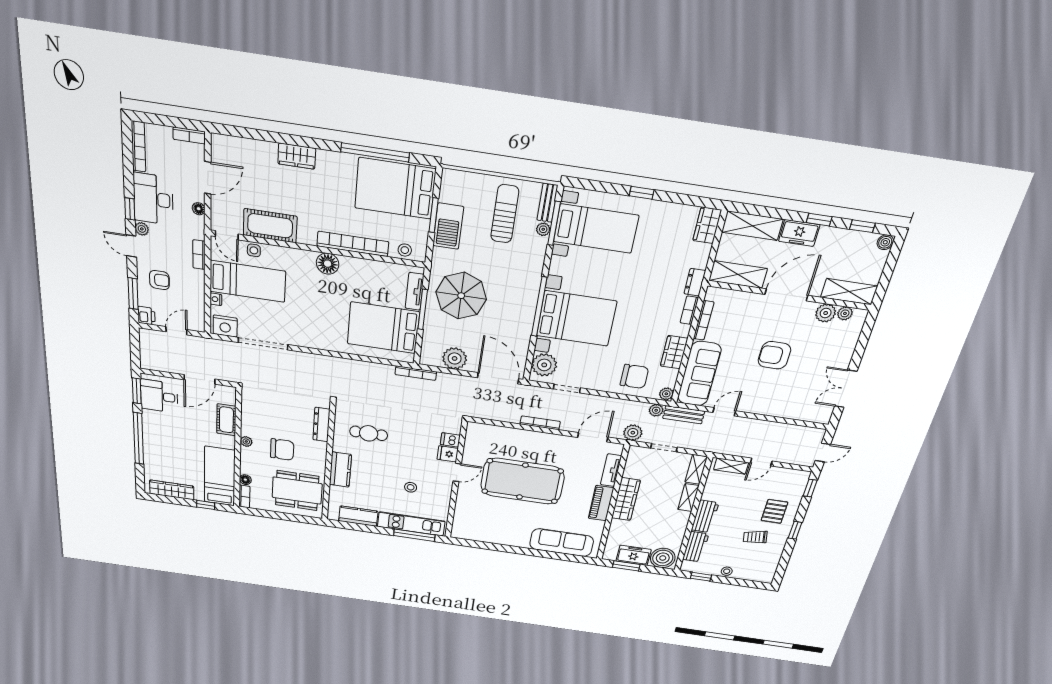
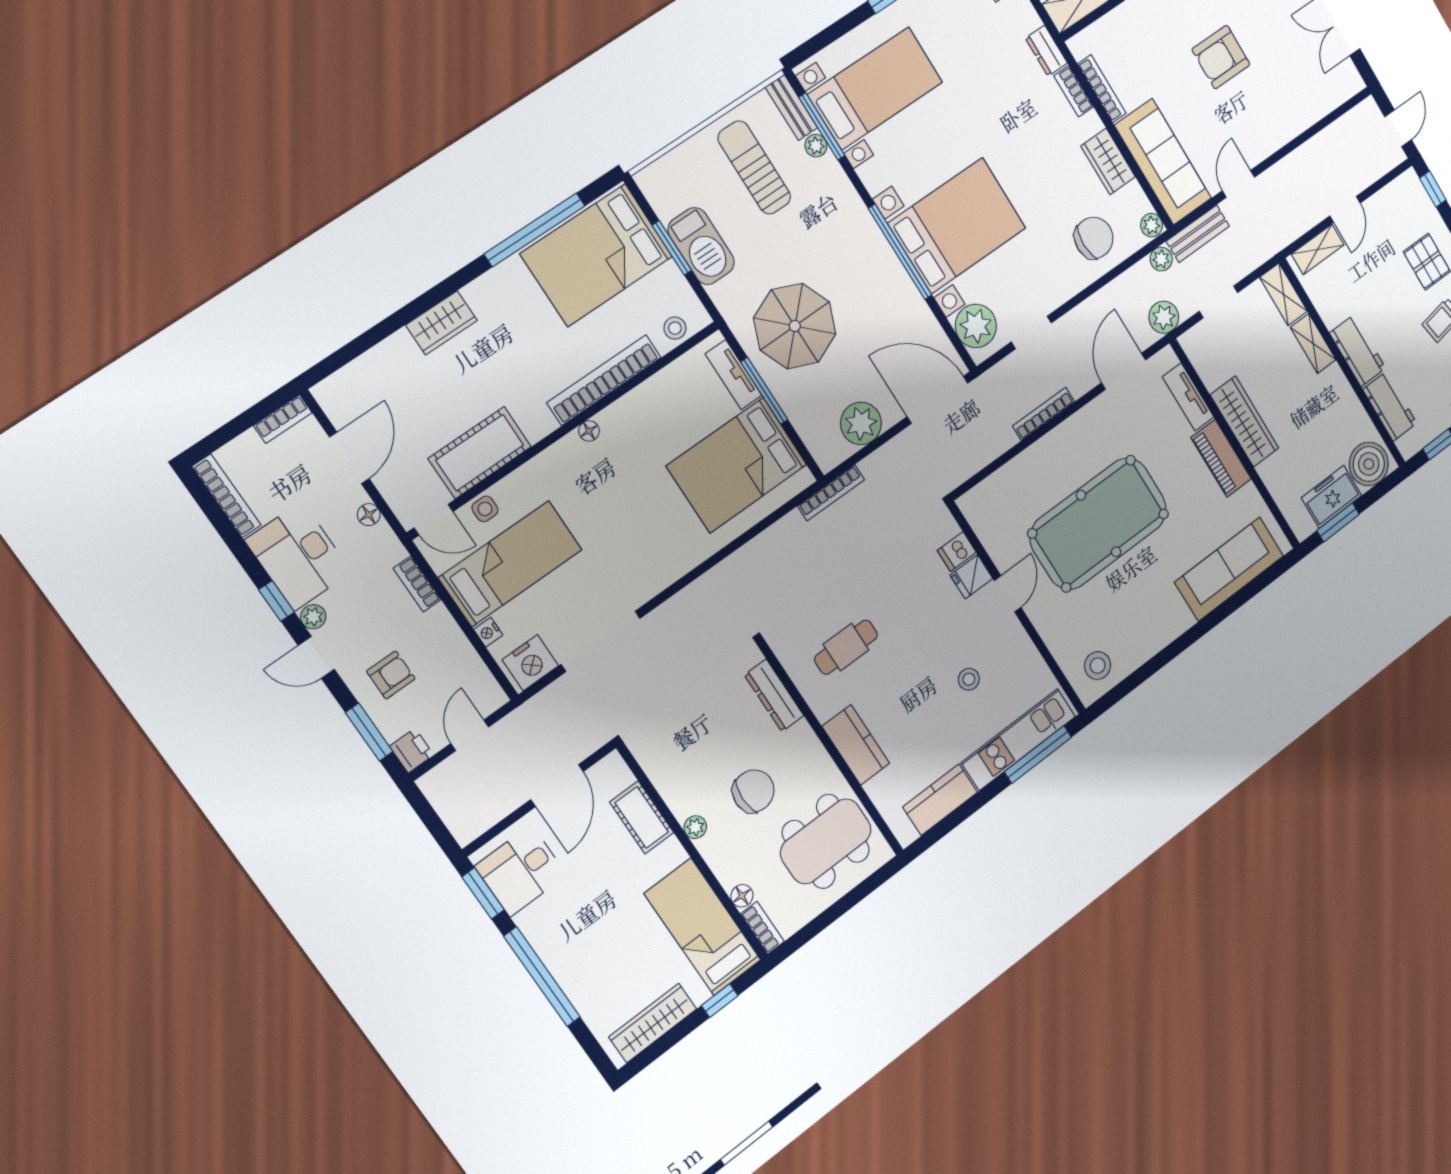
floor lamp: (328, 264) -> (589, 431), width x0.53, depth x0.53
stool: (470, 528) -> (1098, 666), added

